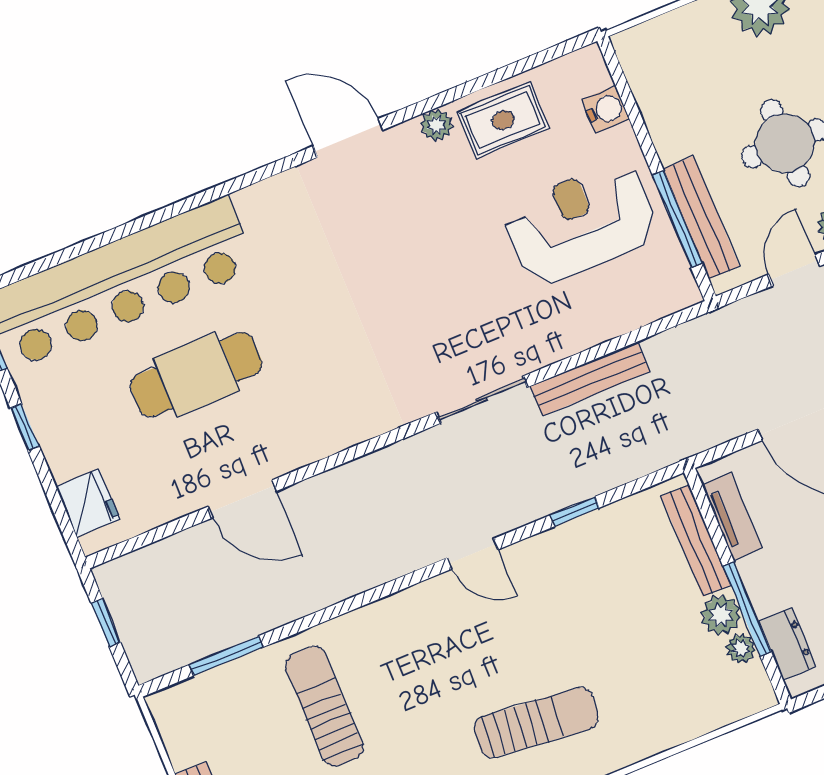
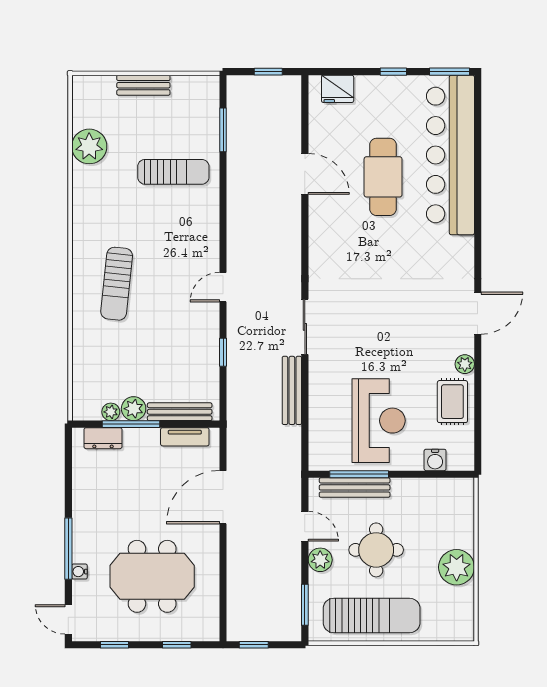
door: (242, 499) -> (305, 174), swing flipped

